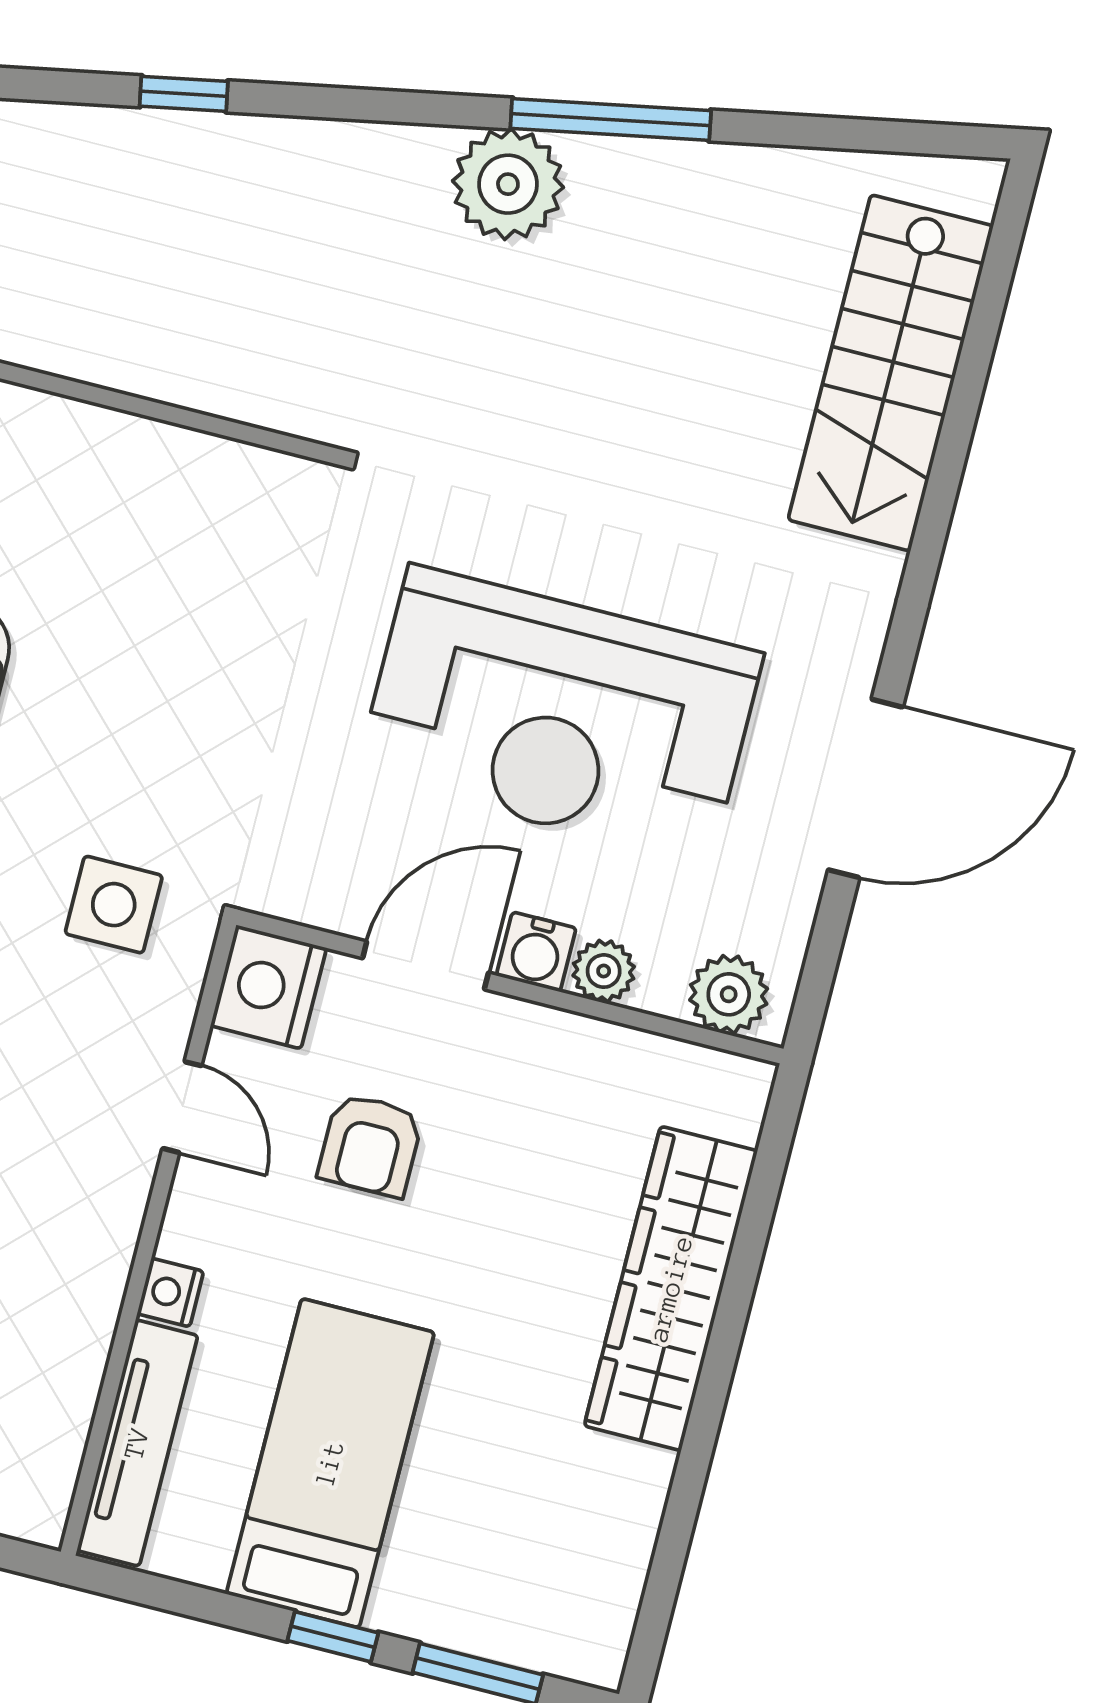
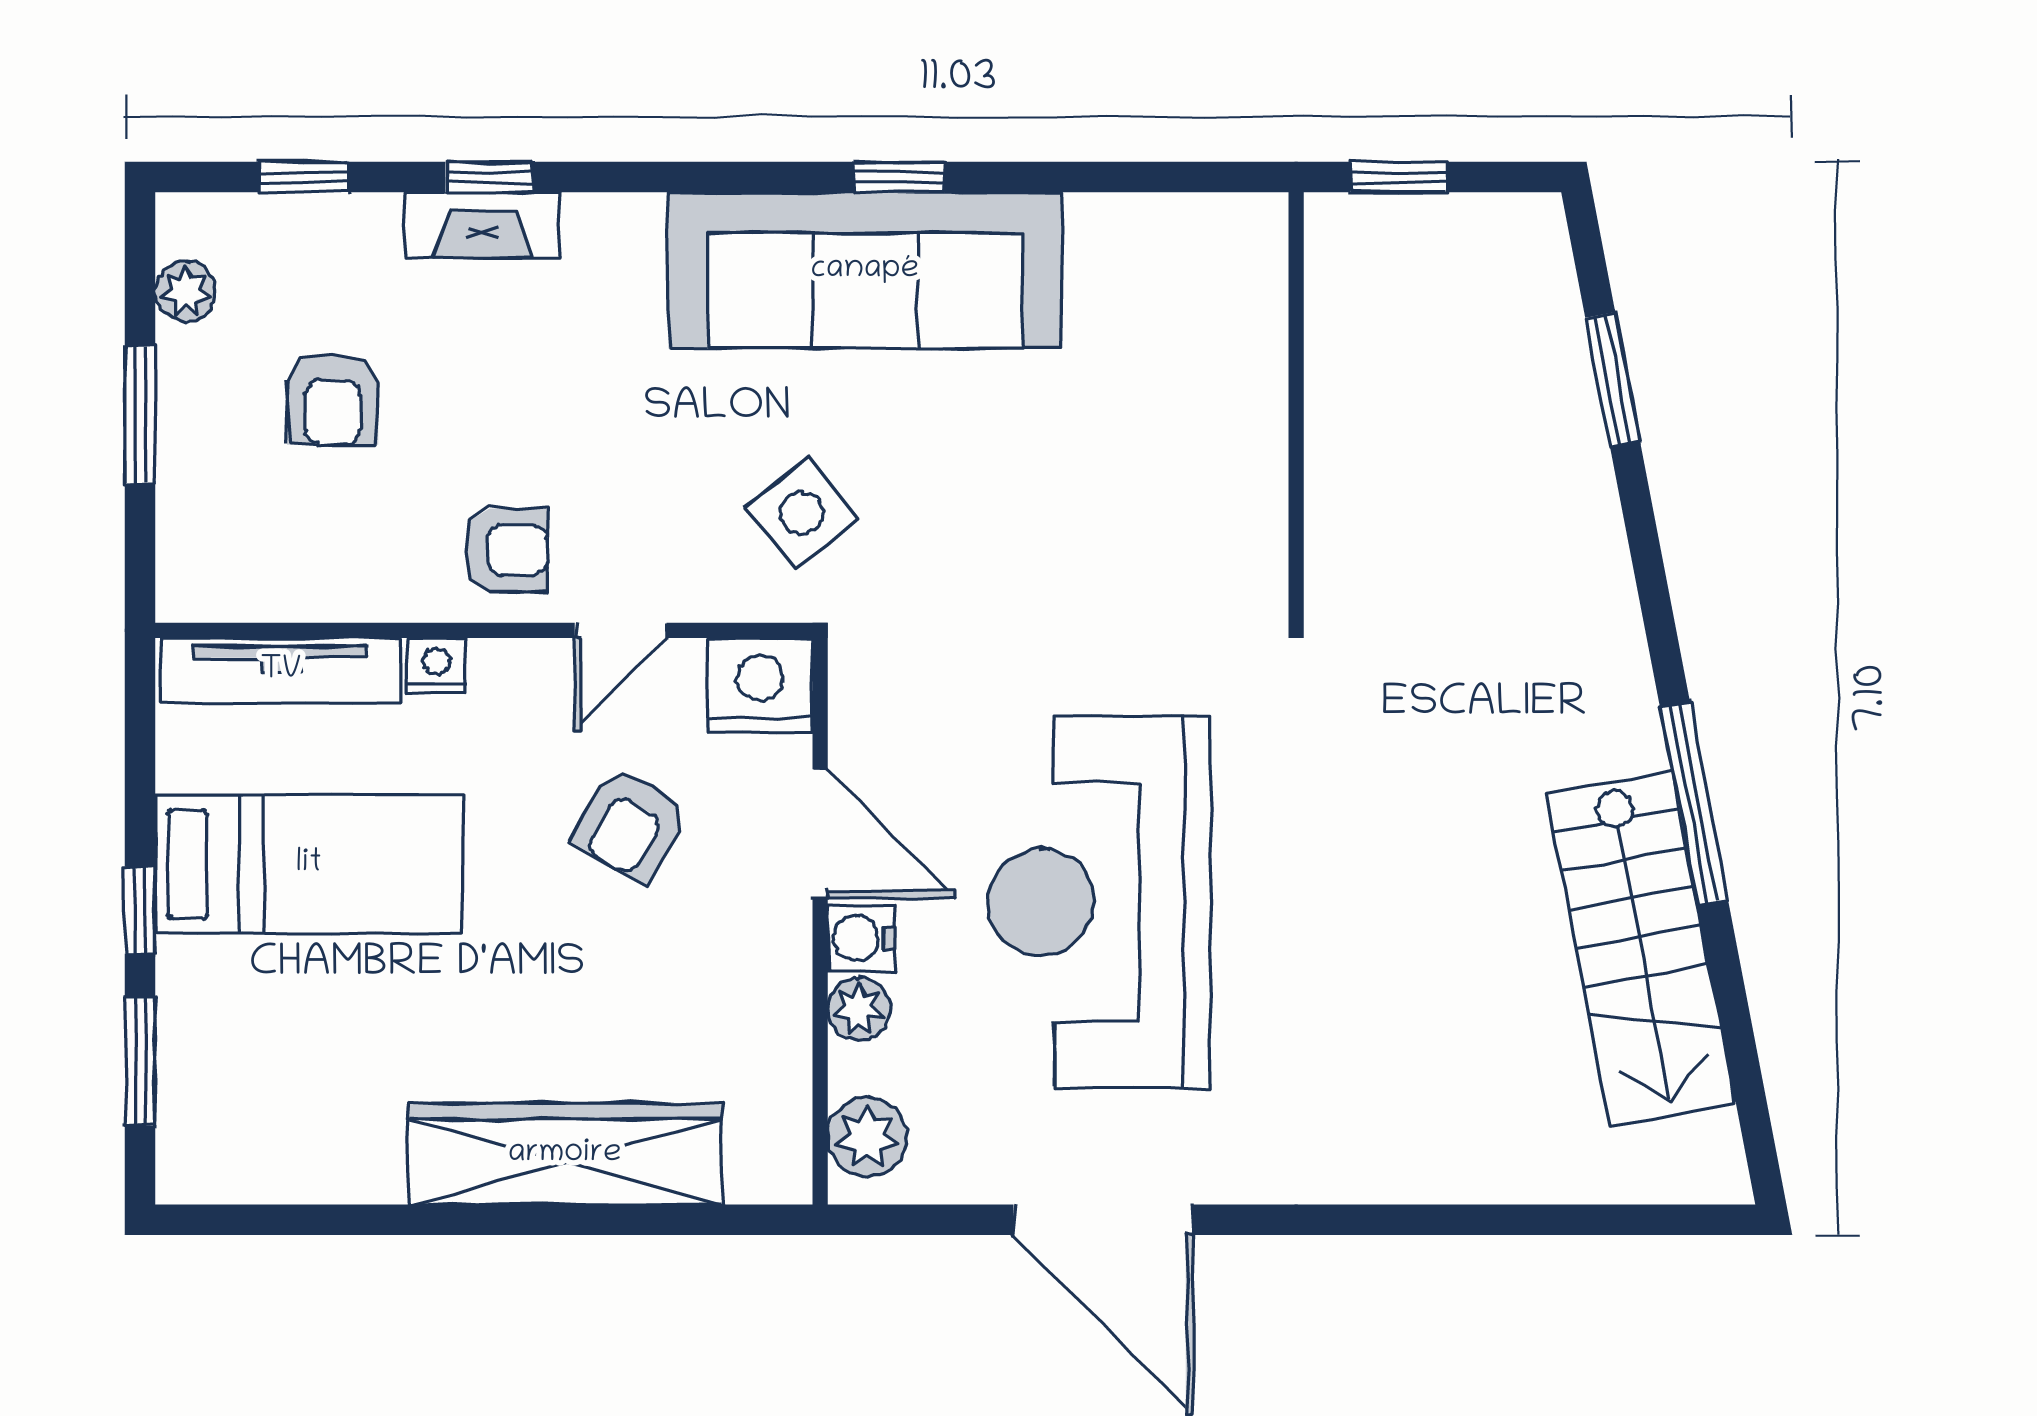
window: (184, 94) -> (1613, 379), width x1.50
plant: (508, 184) -> (1605, 719), removed
stairs: (891, 373) -> (1641, 948), moved, turned -101
side table: (114, 905) -> (802, 513), turned -38
armchair: (370, 1145) -> (631, 824), turned -60
armchair: (77, 1197) -> (506, 550), added

